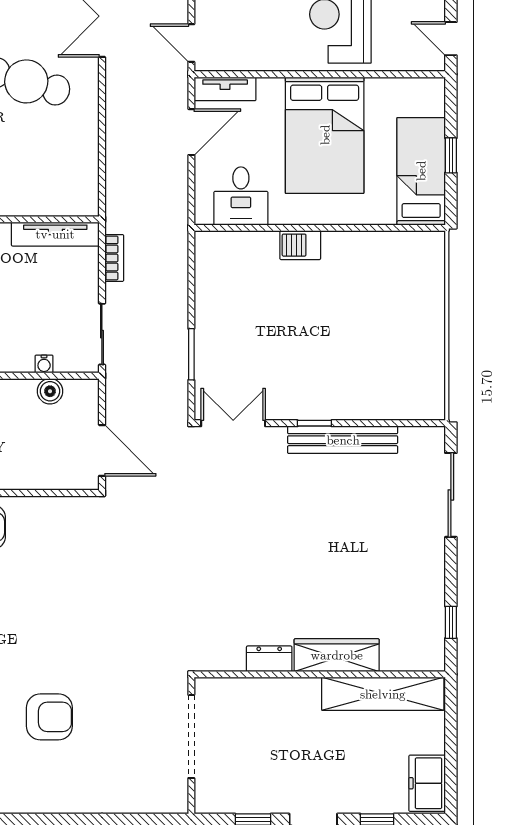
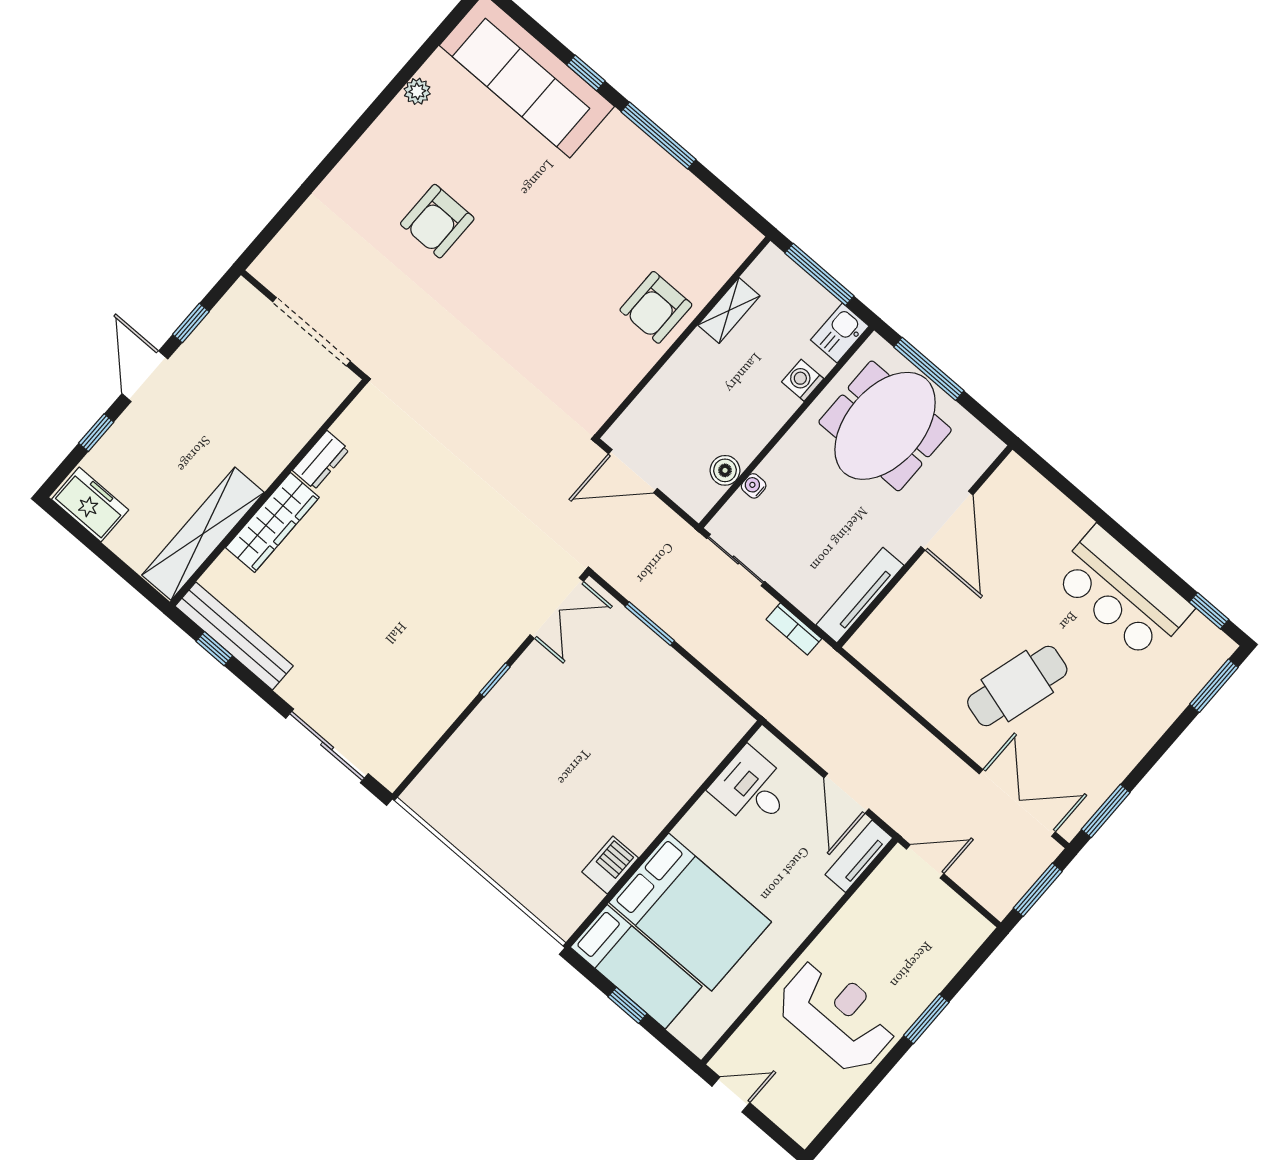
bed: (325, 135) -> (690, 912), moved, turned 180
barbecue: (300, 245) -> (610, 865), moved
bench: (343, 440) -> (234, 636), moved, turned 90

